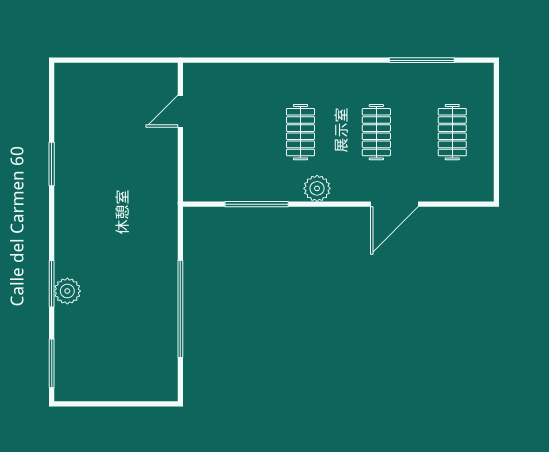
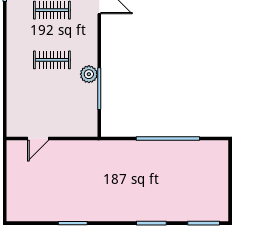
door: (180, 111) -> (38, 139), hinge flipped
plant: (317, 188) -> (89, 74), moved
plant: (67, 291) -> (156, 213), removed

